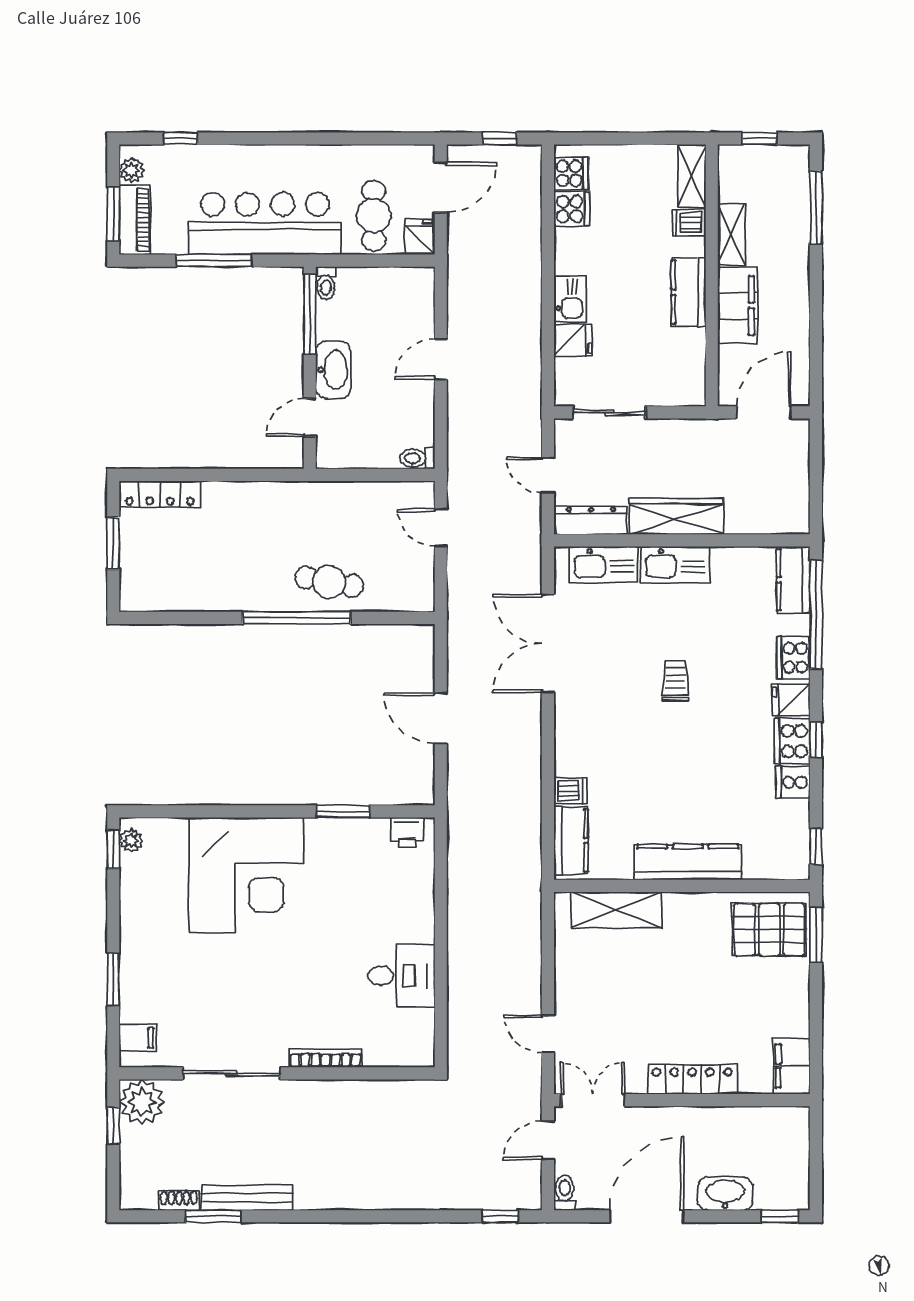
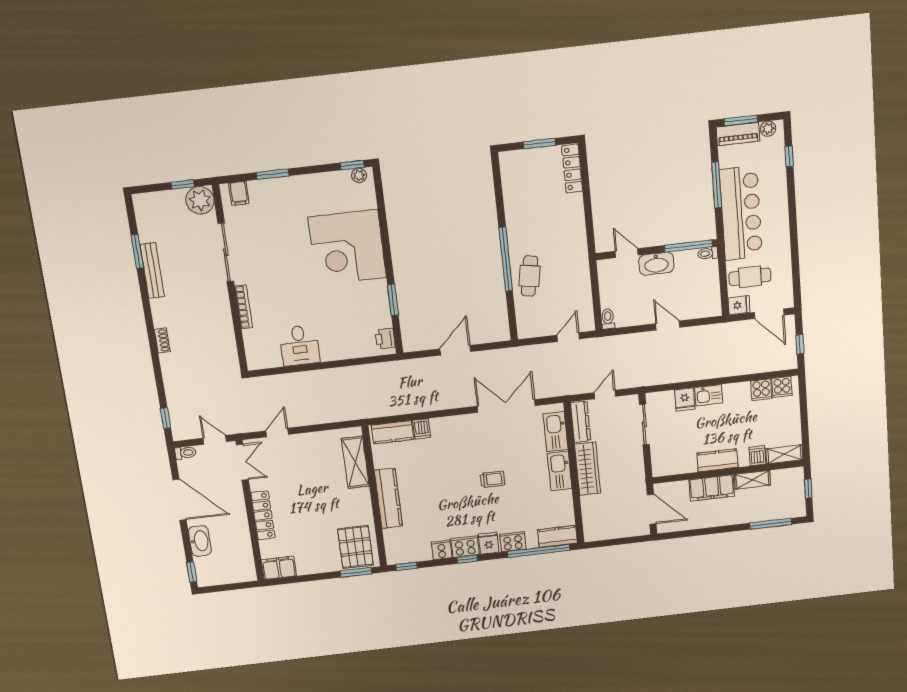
shoe rack: (179, 1200) -> (162, 340), moved

